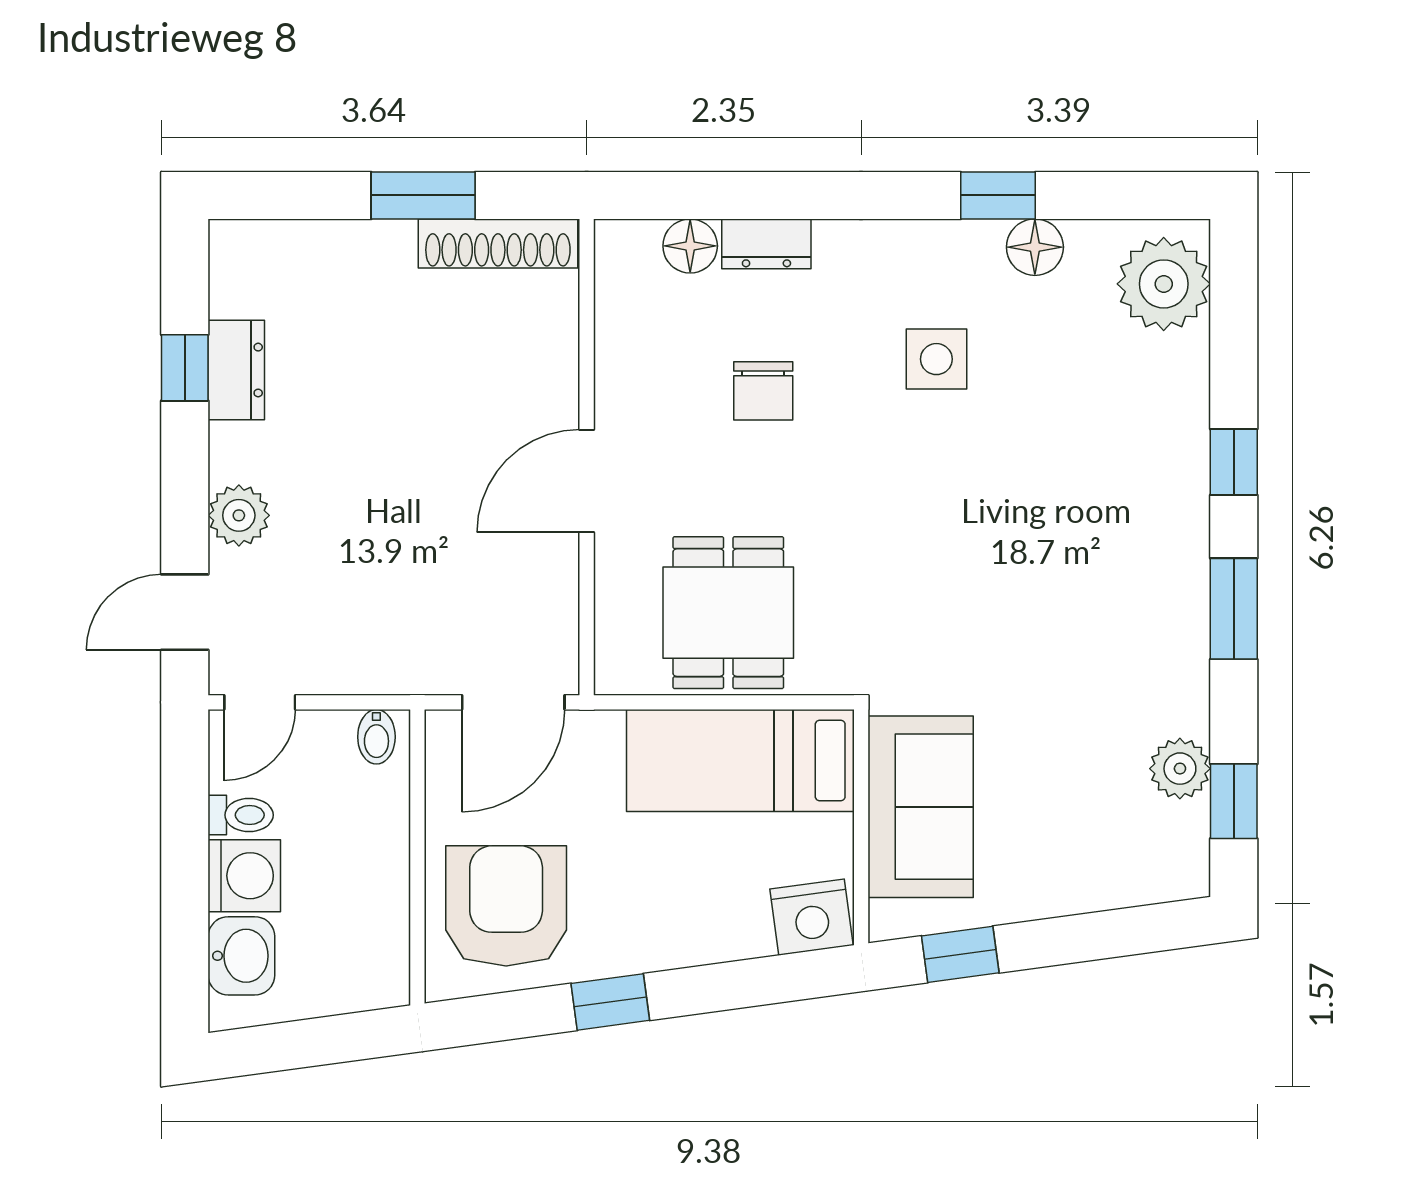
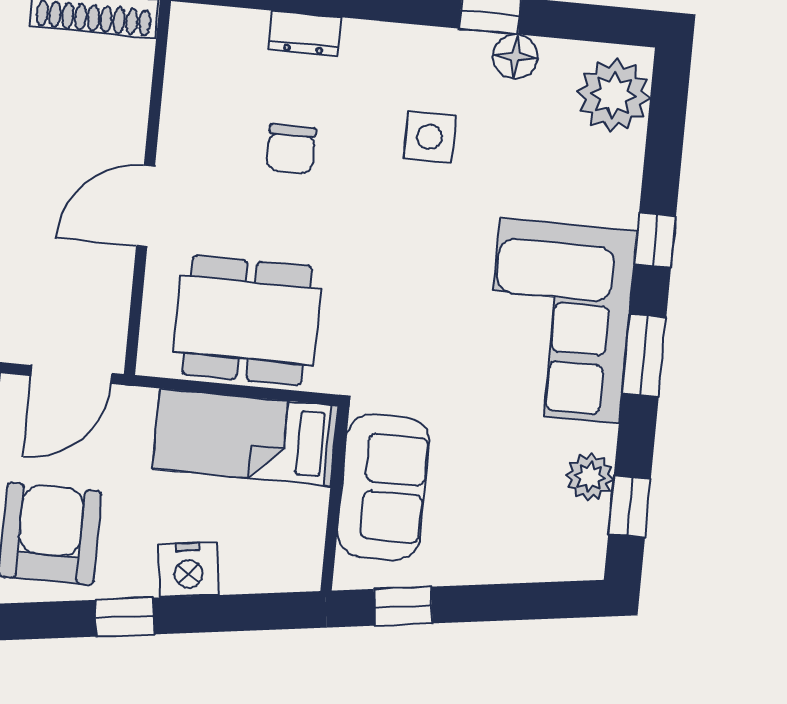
floor lamp: (690, 246) -> (245, 29), removed
corner sofa: (1123, 575) -> (559, 321), added
dining table: (728, 613) -> (247, 320), width x1.38
nightstand: (812, 917) -> (188, 570), moved

